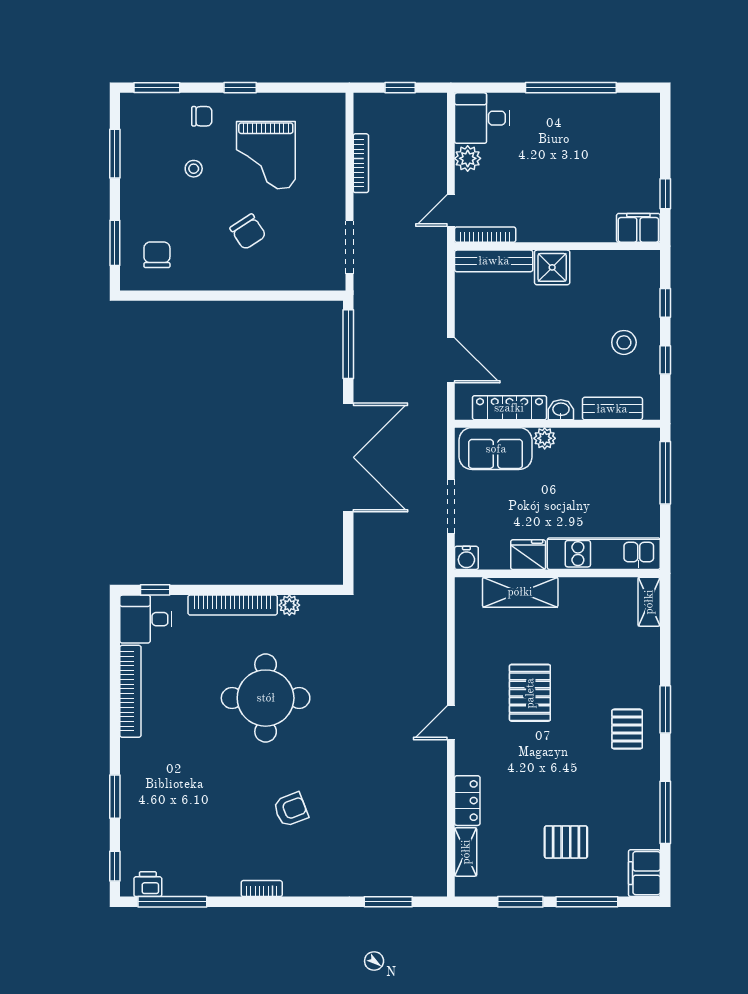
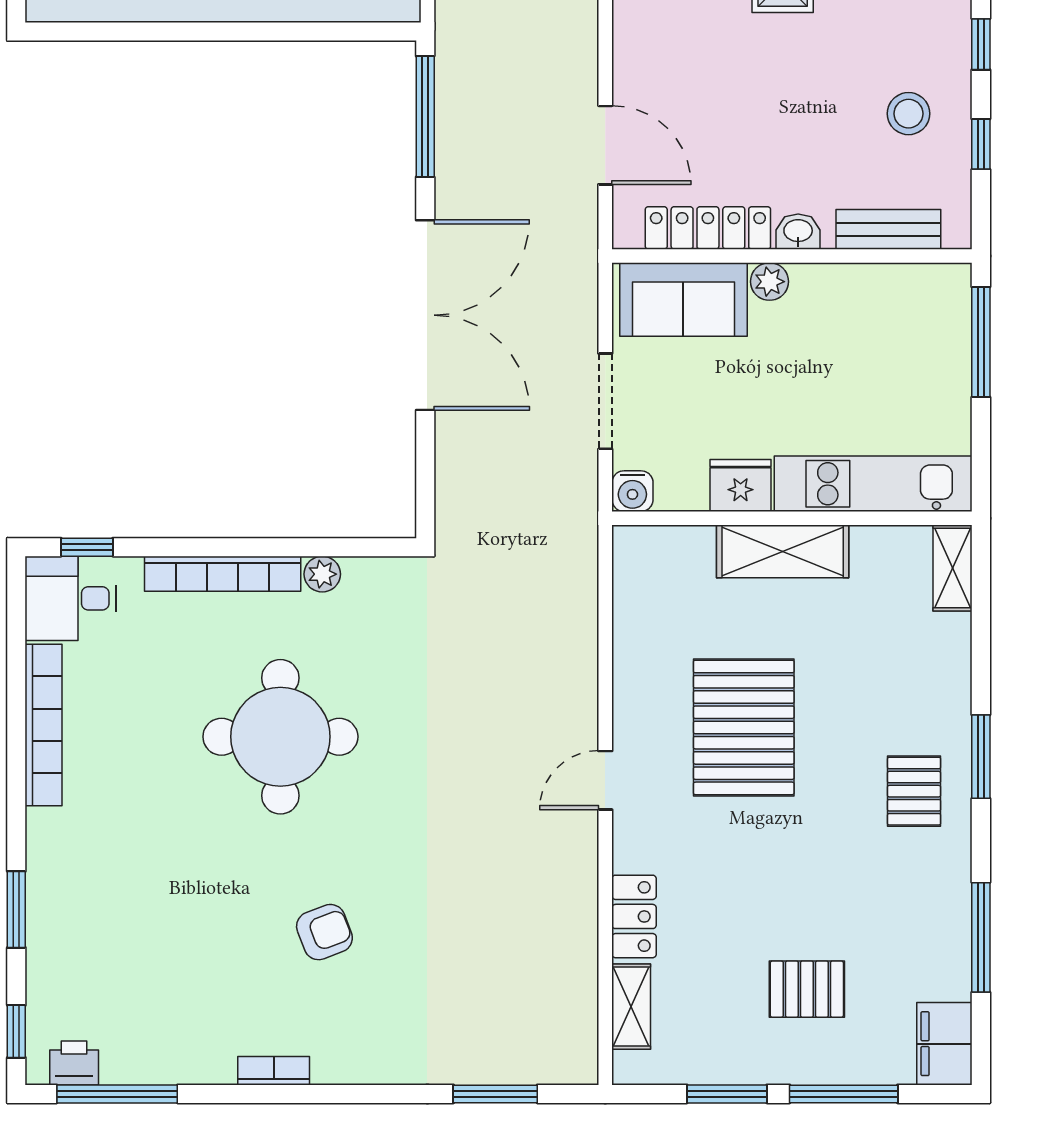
shelving: (520, 592) -> (783, 551), moved
pallet: (530, 693) -> (744, 727), width x1.37, depth x1.41

